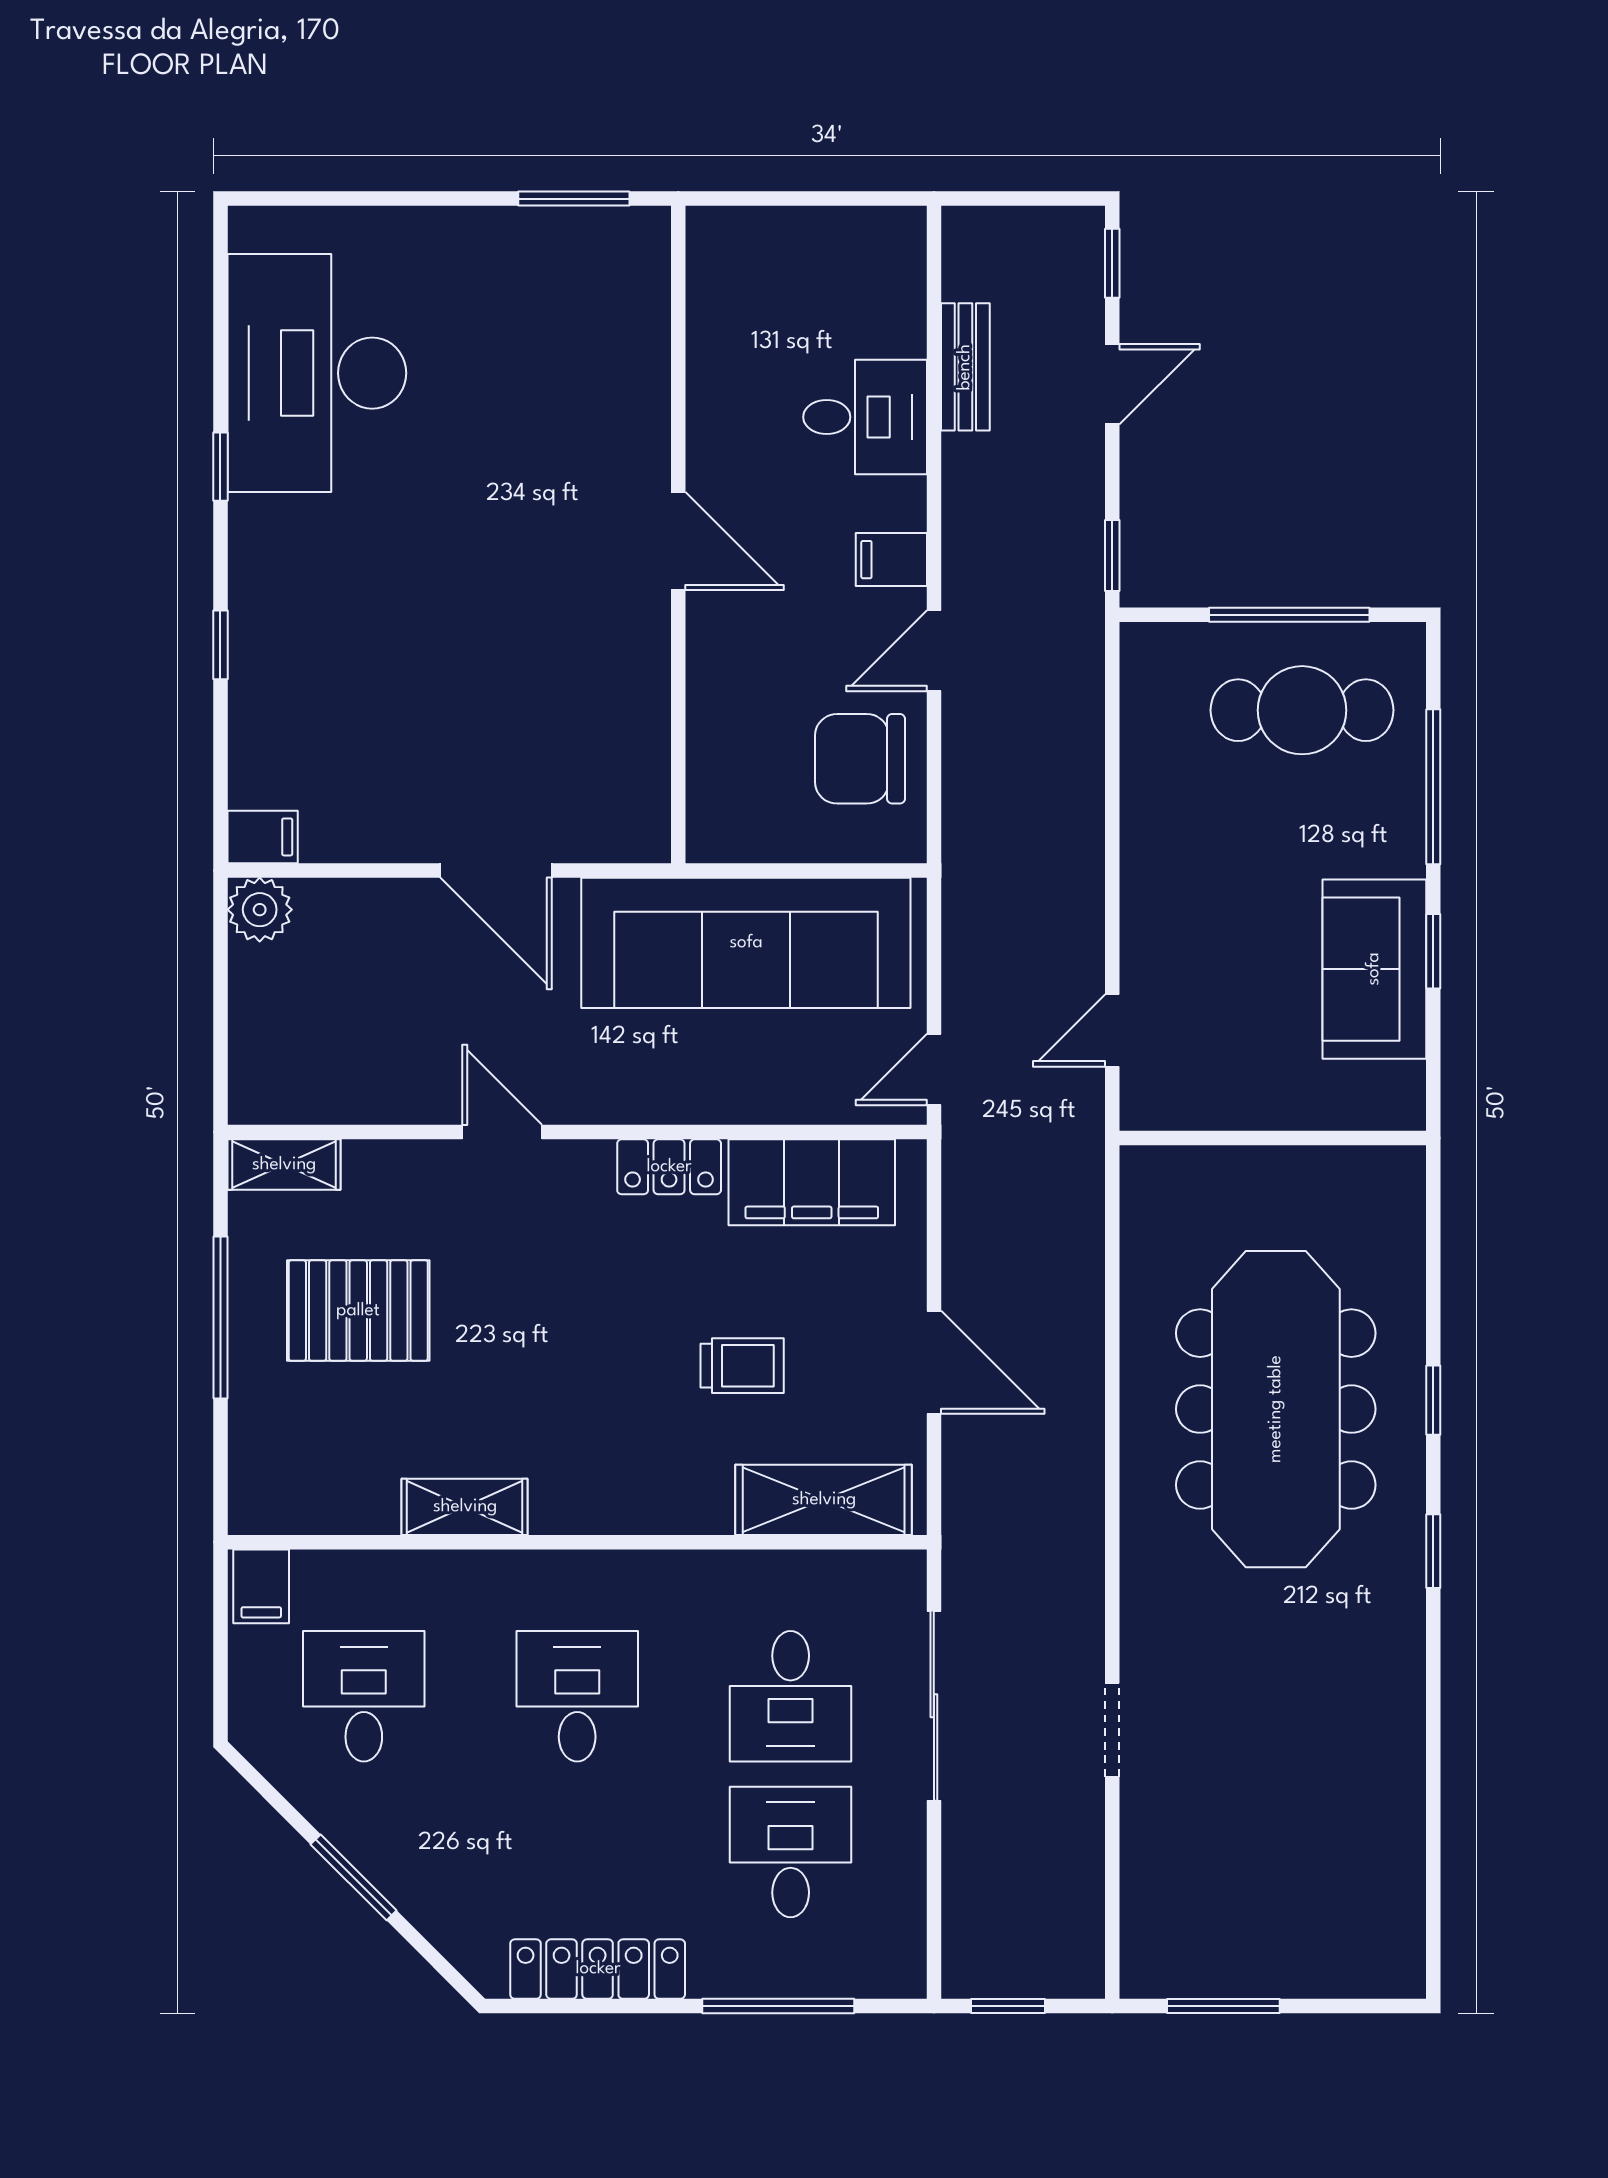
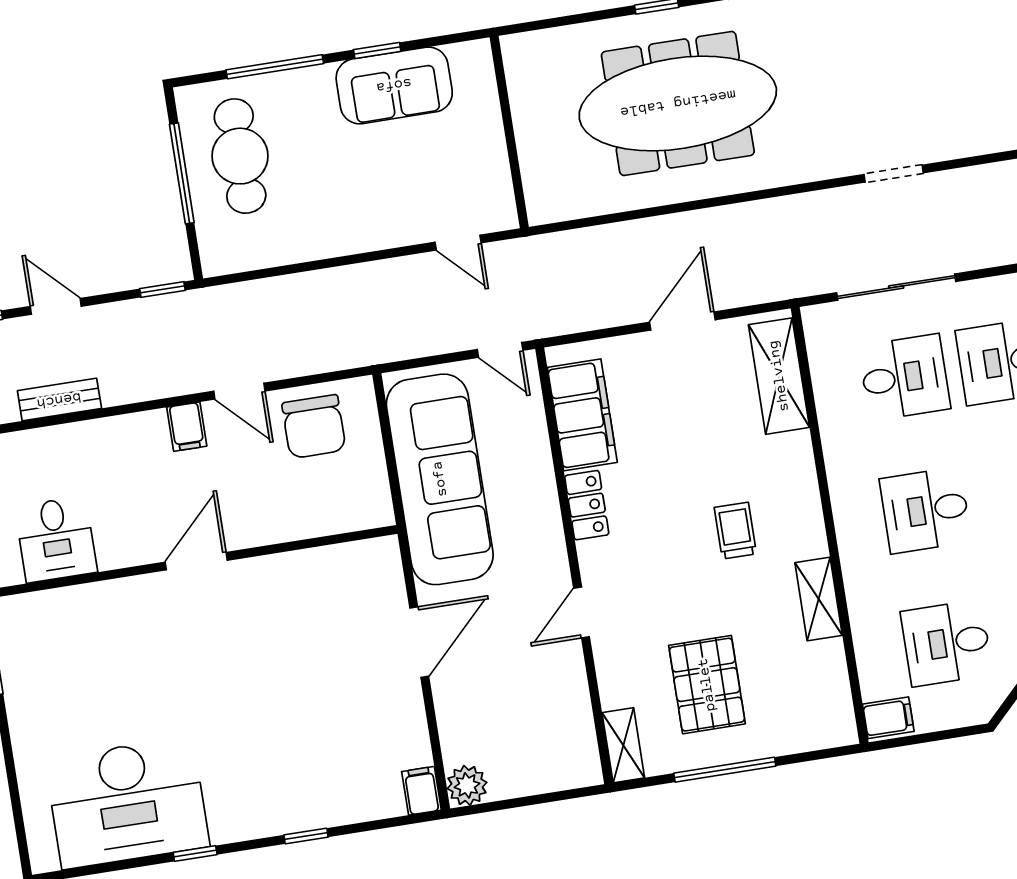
desk: (865, 417) -> (56, 539), moved, turned 180
trolley: (742, 1366) -> (735, 531), moved

